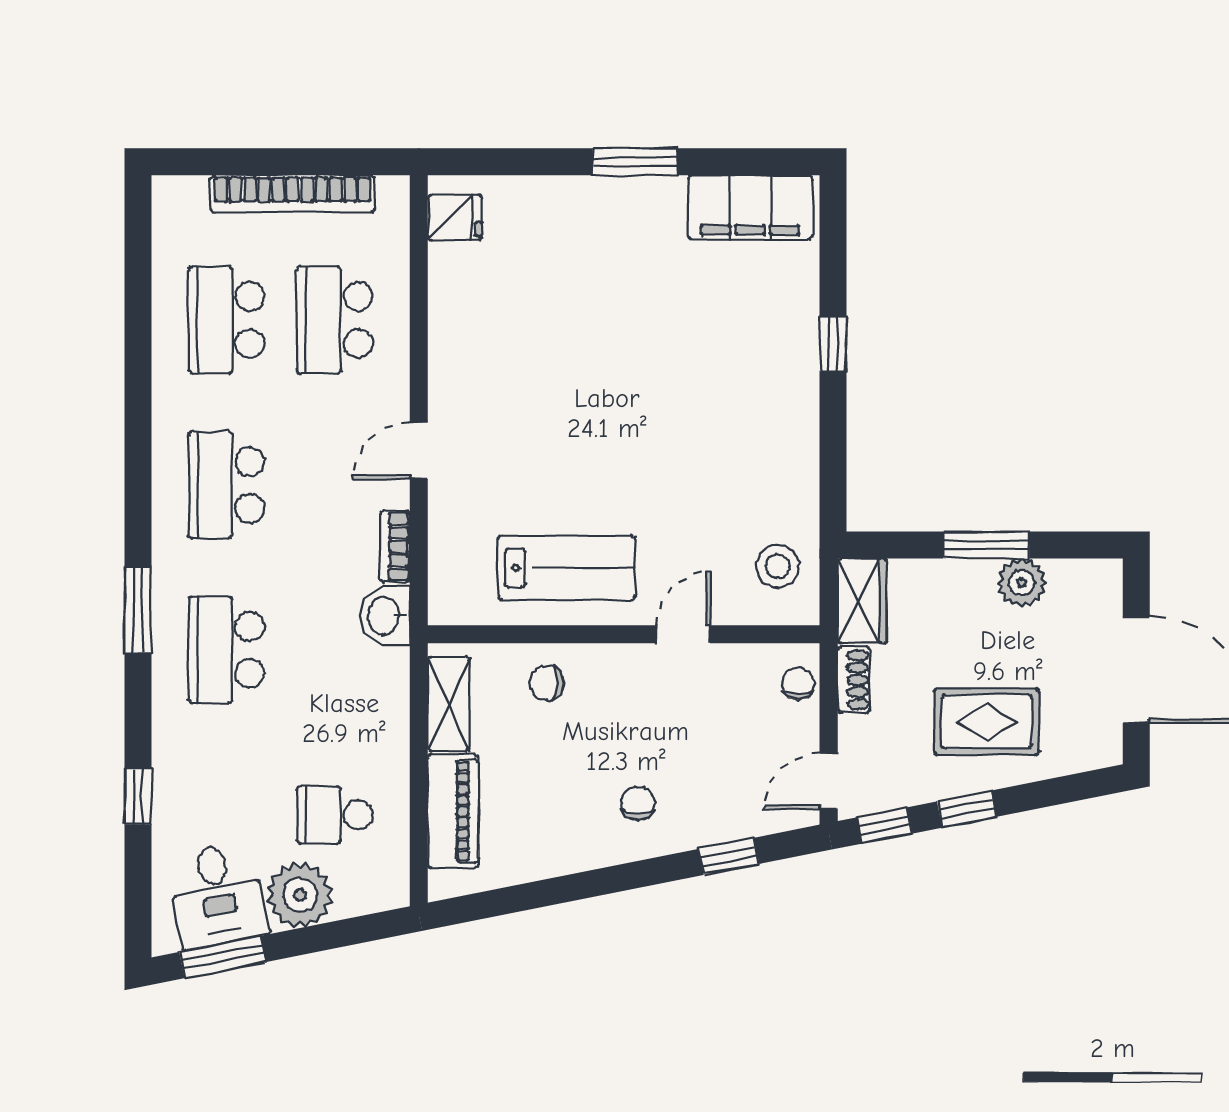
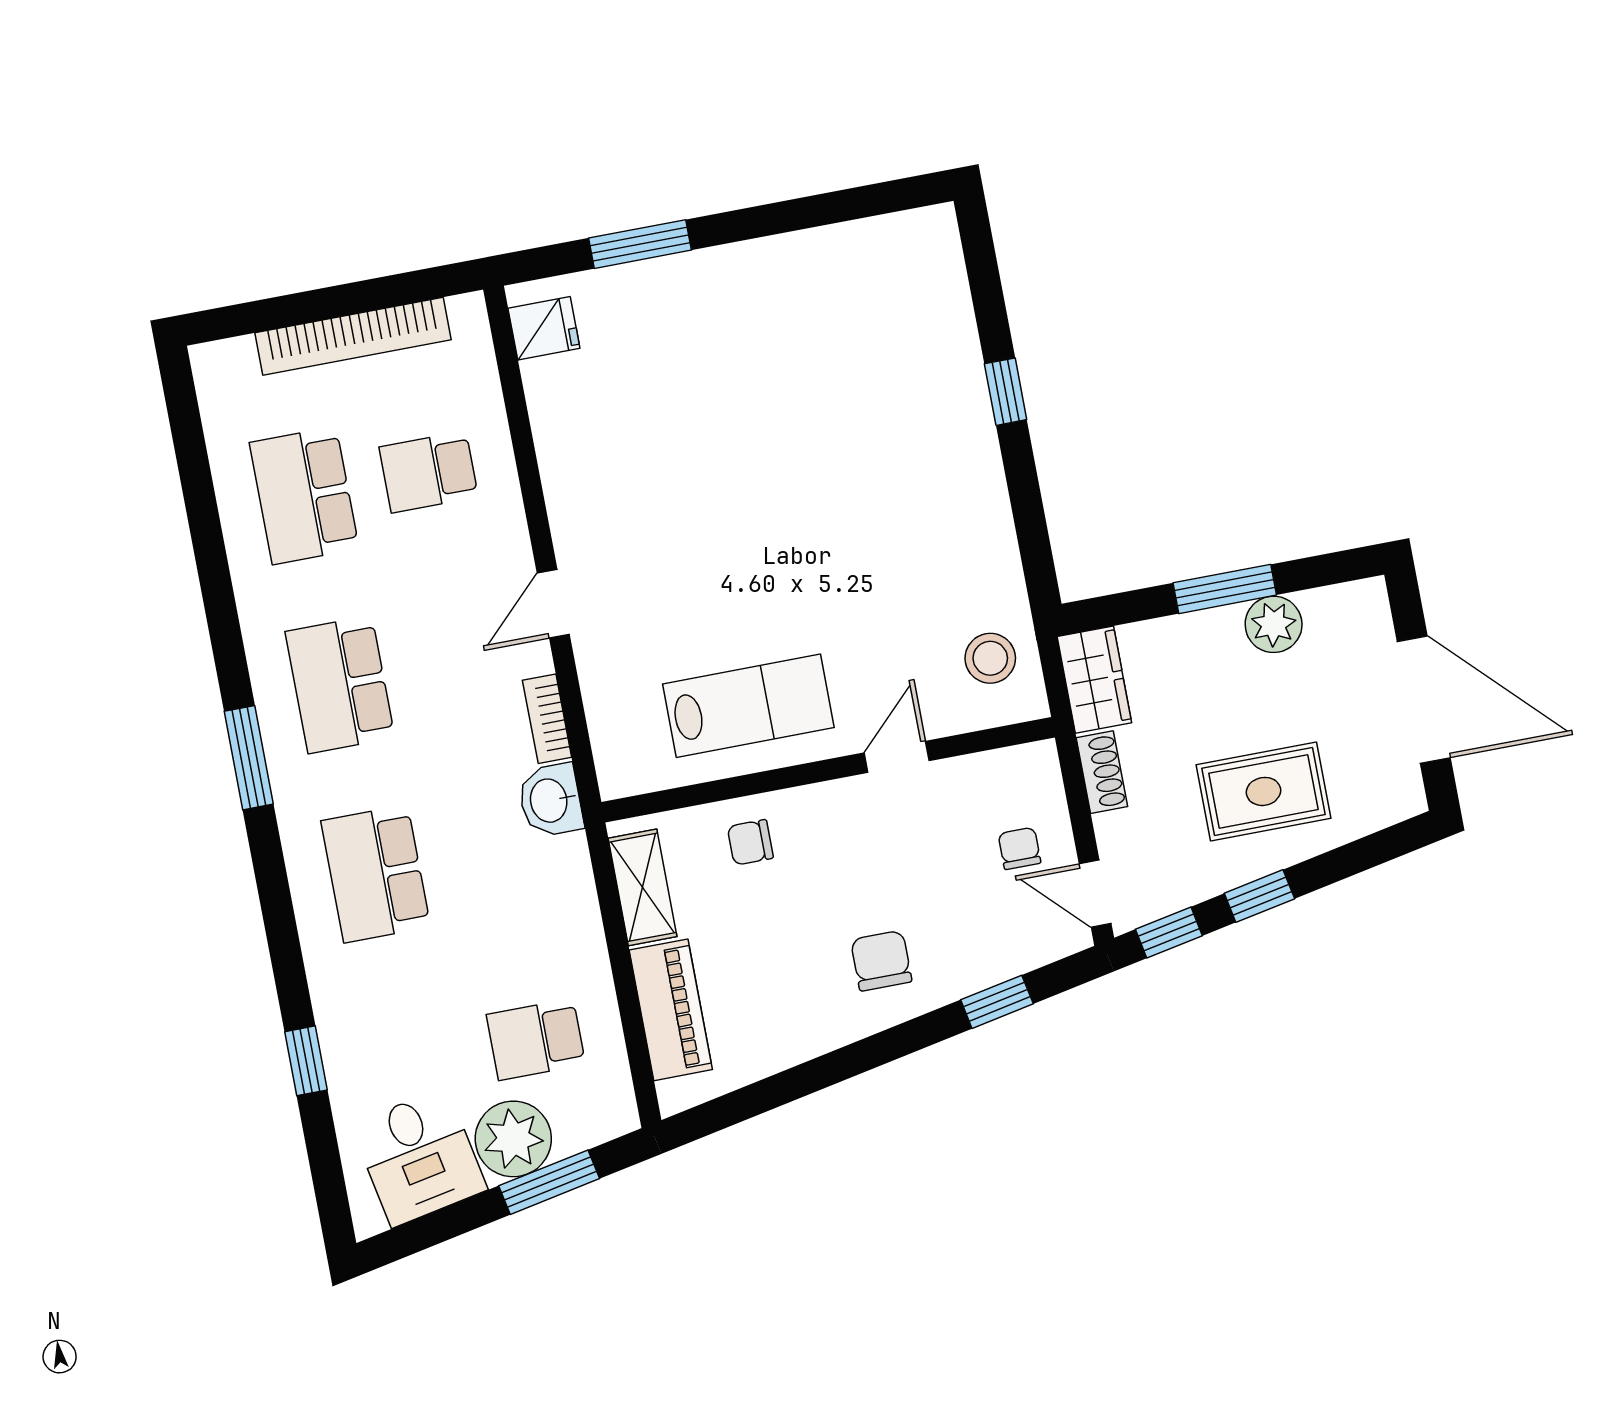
window: (635, 162) -> (640, 244), moved
filing cabinet: (750, 207) -> (881, 253), removed
school desk: (335, 320) -> (429, 472), width x0.54
window: (138, 610) -> (249, 758), moved
chair: (798, 684) -> (1019, 848), moved
door: (829, 781) -> (1095, 894), hinge flipped
chair: (638, 803) -> (881, 961), width x1.37, depth x1.37
window: (223, 957) -> (549, 1182), moved

